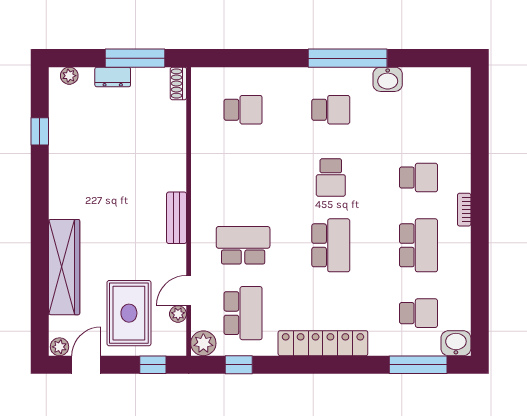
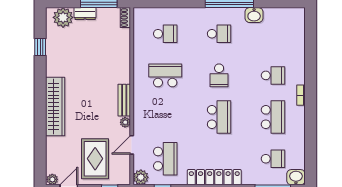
plant: (69, 76) -> (63, 17), width x1.88, depth x1.88
school desk: (243, 245) -> (165, 75), moved
wardrobe: (64, 267) -> (55, 106), moved
plant: (178, 314) -> (125, 122), moved

